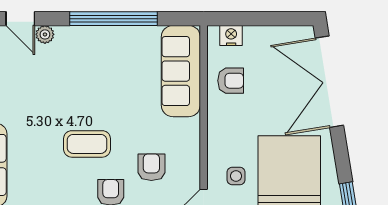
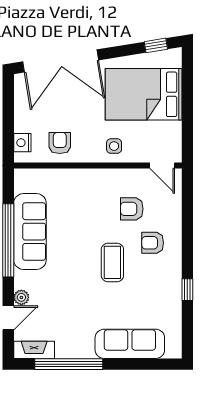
sofa: (181, 71) -> (30, 232), moved, turned -90
side table: (236, 176) -> (114, 146), moved

